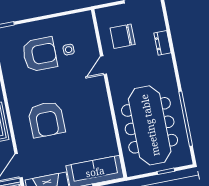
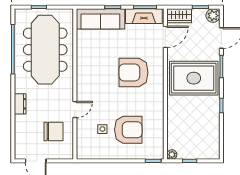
dresser: (162, 43) -> (20, 104), moved
armchair: (40, 54) -> (128, 130), turned 180
armchair: (46, 119) -> (133, 72), turned -90

